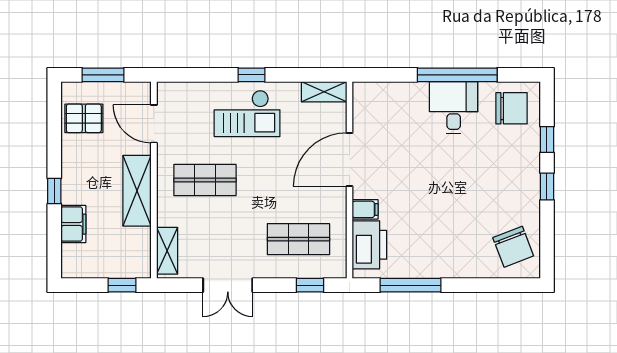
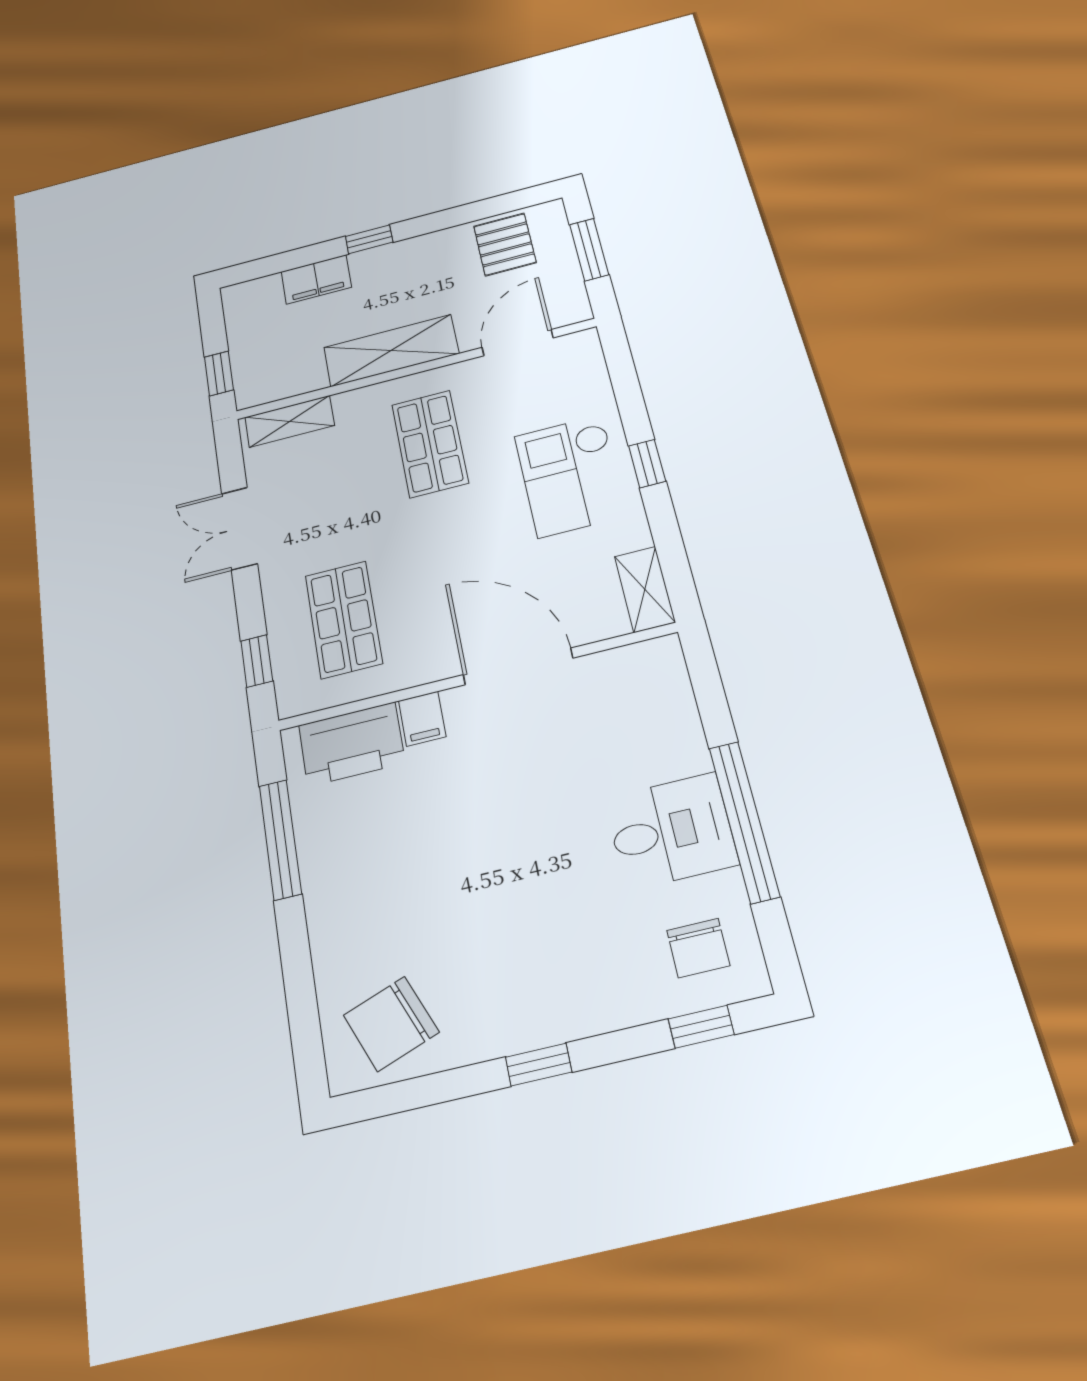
chair: (512, 108) -> (698, 948), width x0.73, depth x0.73
window: (547, 139) -> (701, 1027), moved

